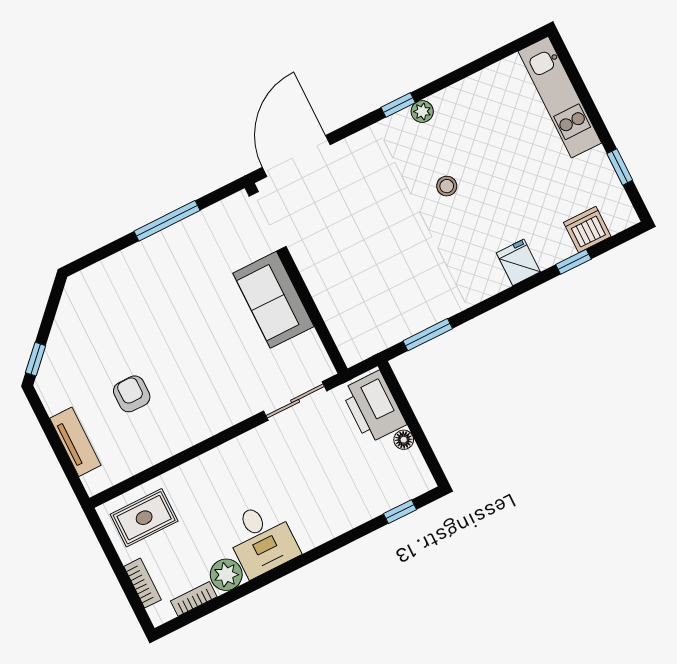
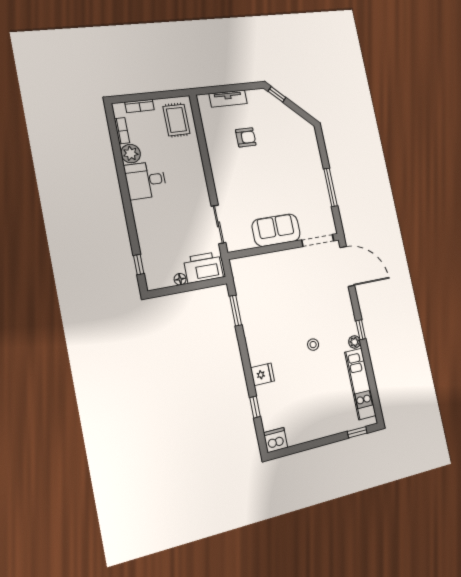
kitchen unit: (560, 97) -> (360, 384), moved, turned -90
window: (620, 167) -> (357, 432), moved
dishwasher: (587, 229) -> (276, 440), moved, turned -90

